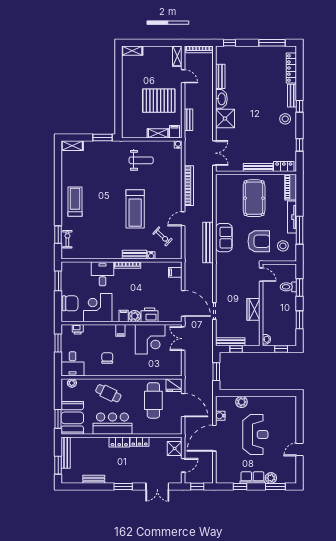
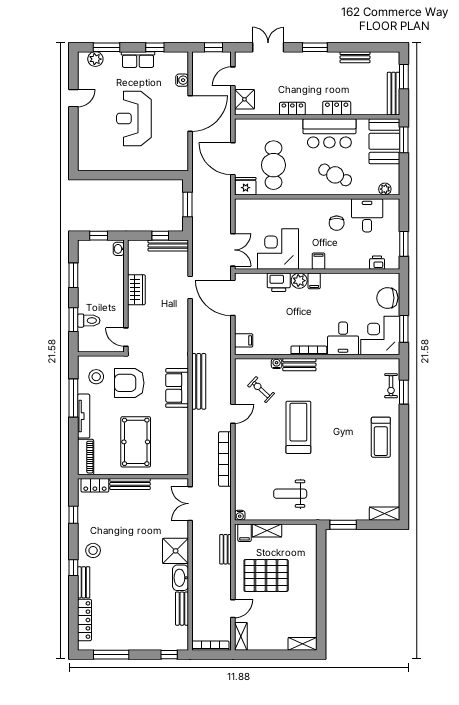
door: (183, 76) -> (233, 609), swing flipped
corner desk: (98, 308) -> (380, 336), moved, turned 180
desk: (73, 364) -> (367, 215), moved
plant: (242, 402) -> (153, 163), removed
water cooler: (220, 416) -> (182, 80), moved
locker: (119, 442) -> (337, 108), moved
plant: (271, 478) -> (95, 59), moved

